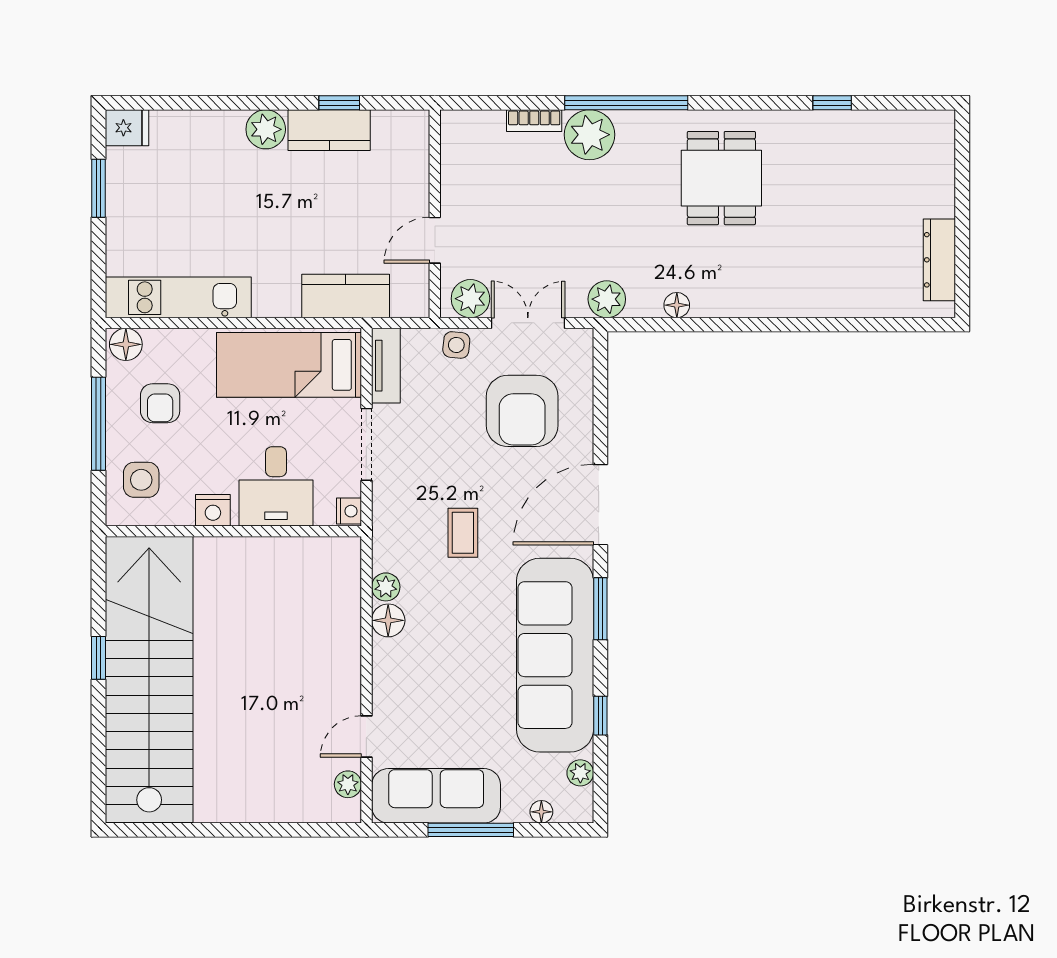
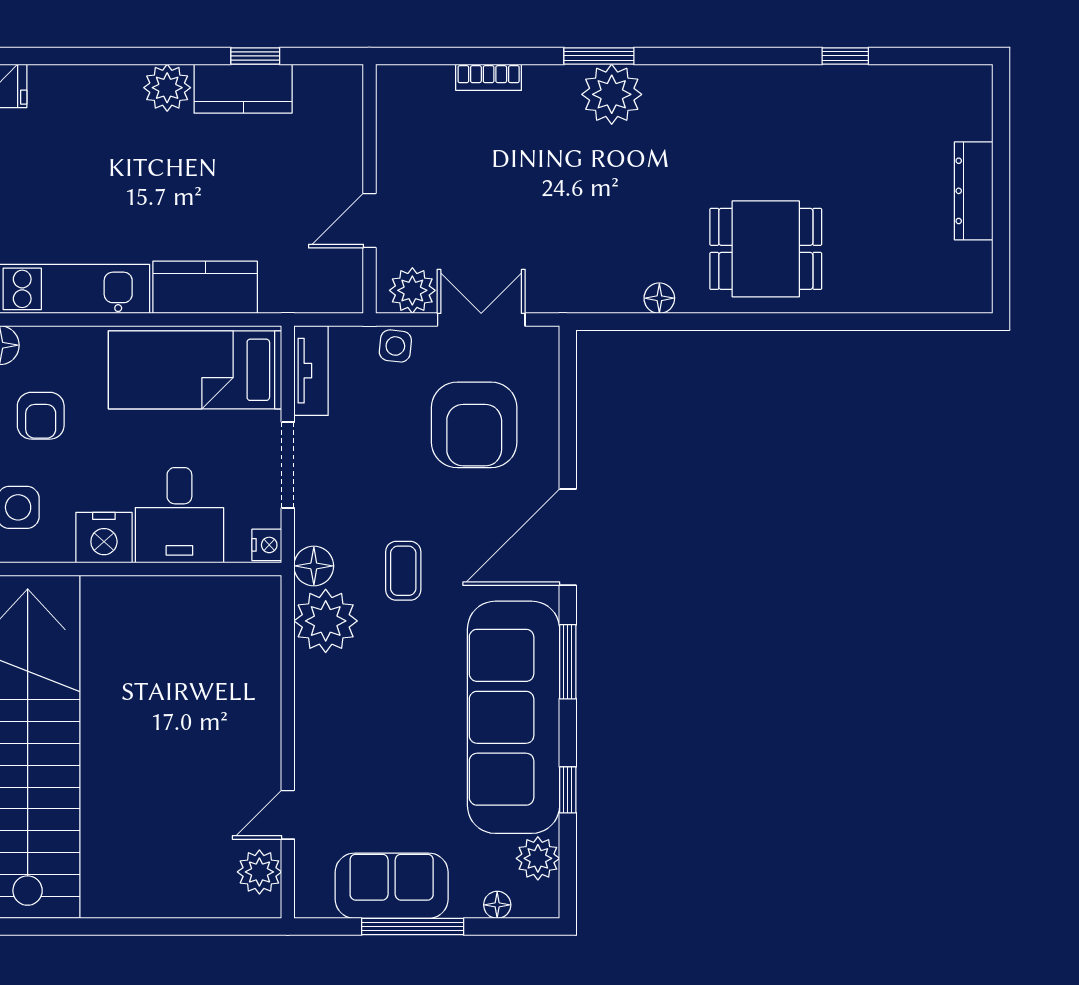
window: (626, 103) -> (599, 56), width x0.47
plant: (590, 135) -> (612, 94), moved
dining table: (721, 178) -> (766, 249), moved, turned 90
dresser: (939, 260) -> (974, 191), moved
kitchen counter: (346, 296) -> (205, 287), moved
plant: (607, 299) -> (576, 291), removed
nightstand: (213, 510) -> (104, 538), width x1.36, depth x1.33
plant: (386, 587) -> (326, 621), width x1.88, depth x1.88
floor lamp: (388, 620) -> (314, 566), moved
plant: (580, 773) -> (538, 858), width x1.38, depth x1.38
plant: (348, 784) -> (259, 872), width x1.38, depth x1.38
sofa: (436, 796) -> (392, 886), width x0.73

